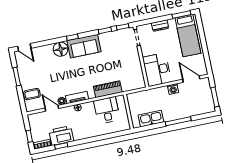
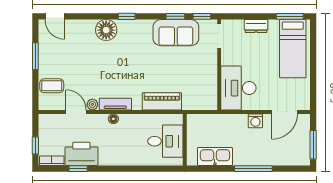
sofa: (84, 46) -> (176, 33), moved
door: (191, 79) -> (284, 112), swing flipped
desk: (107, 110) -> (165, 141), moved, turned 90

